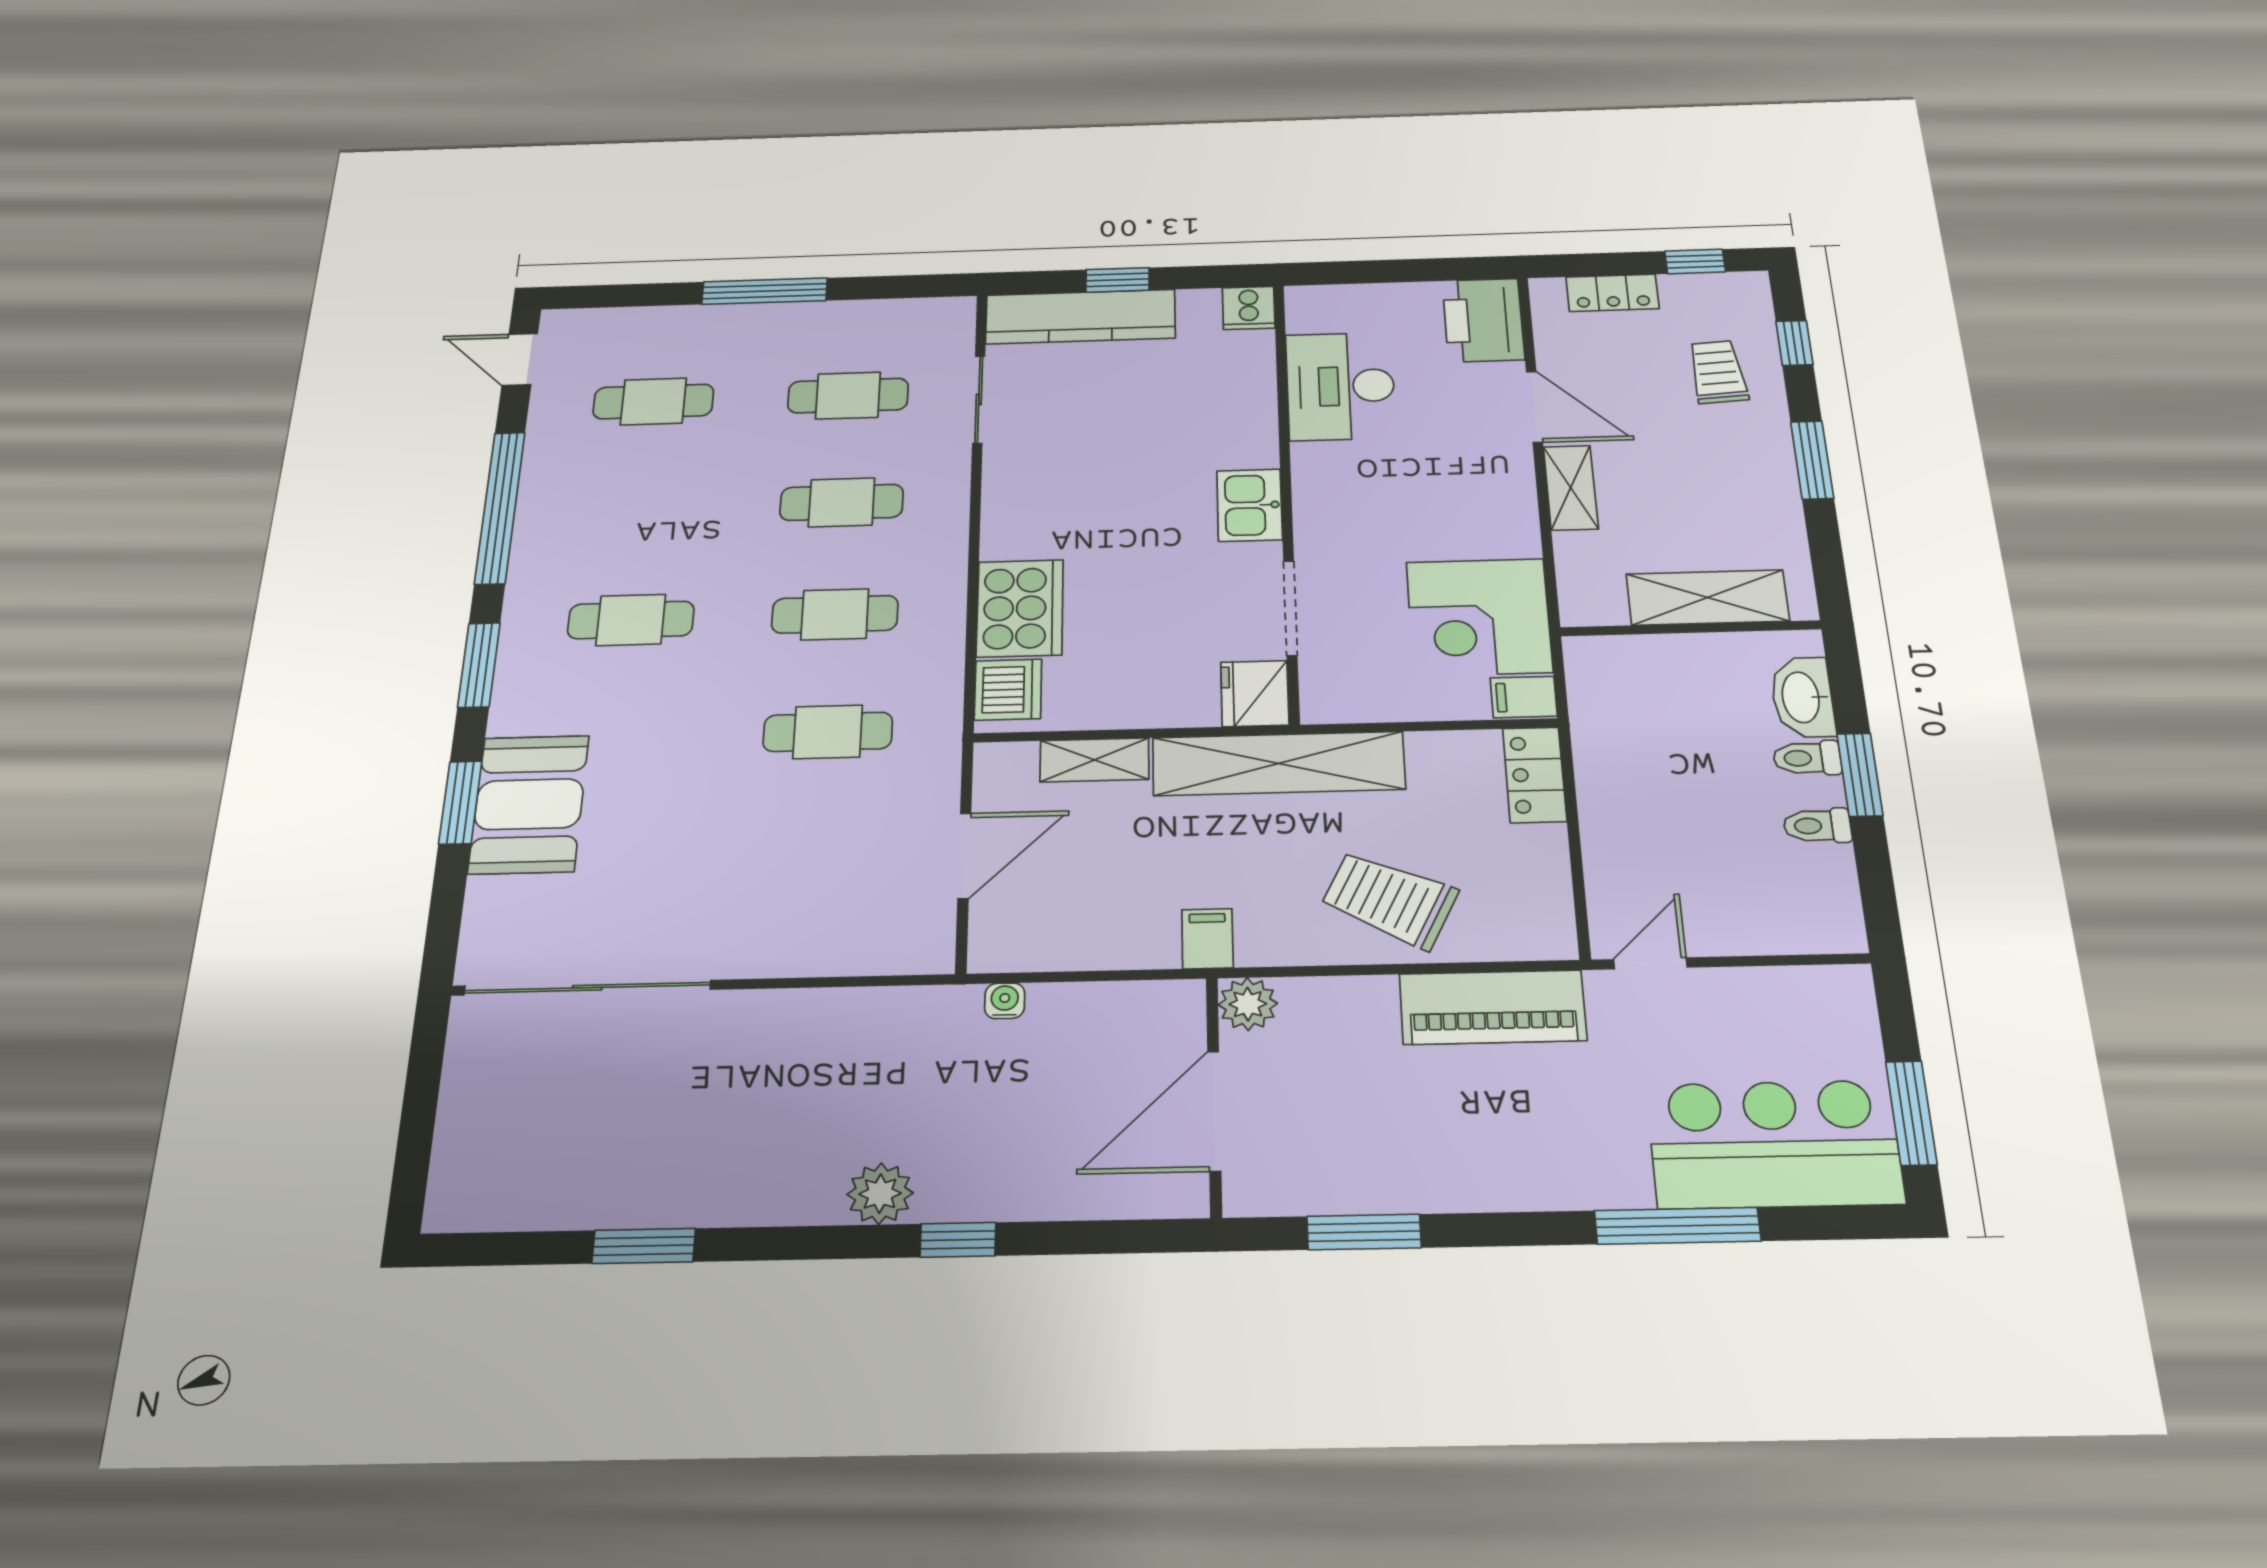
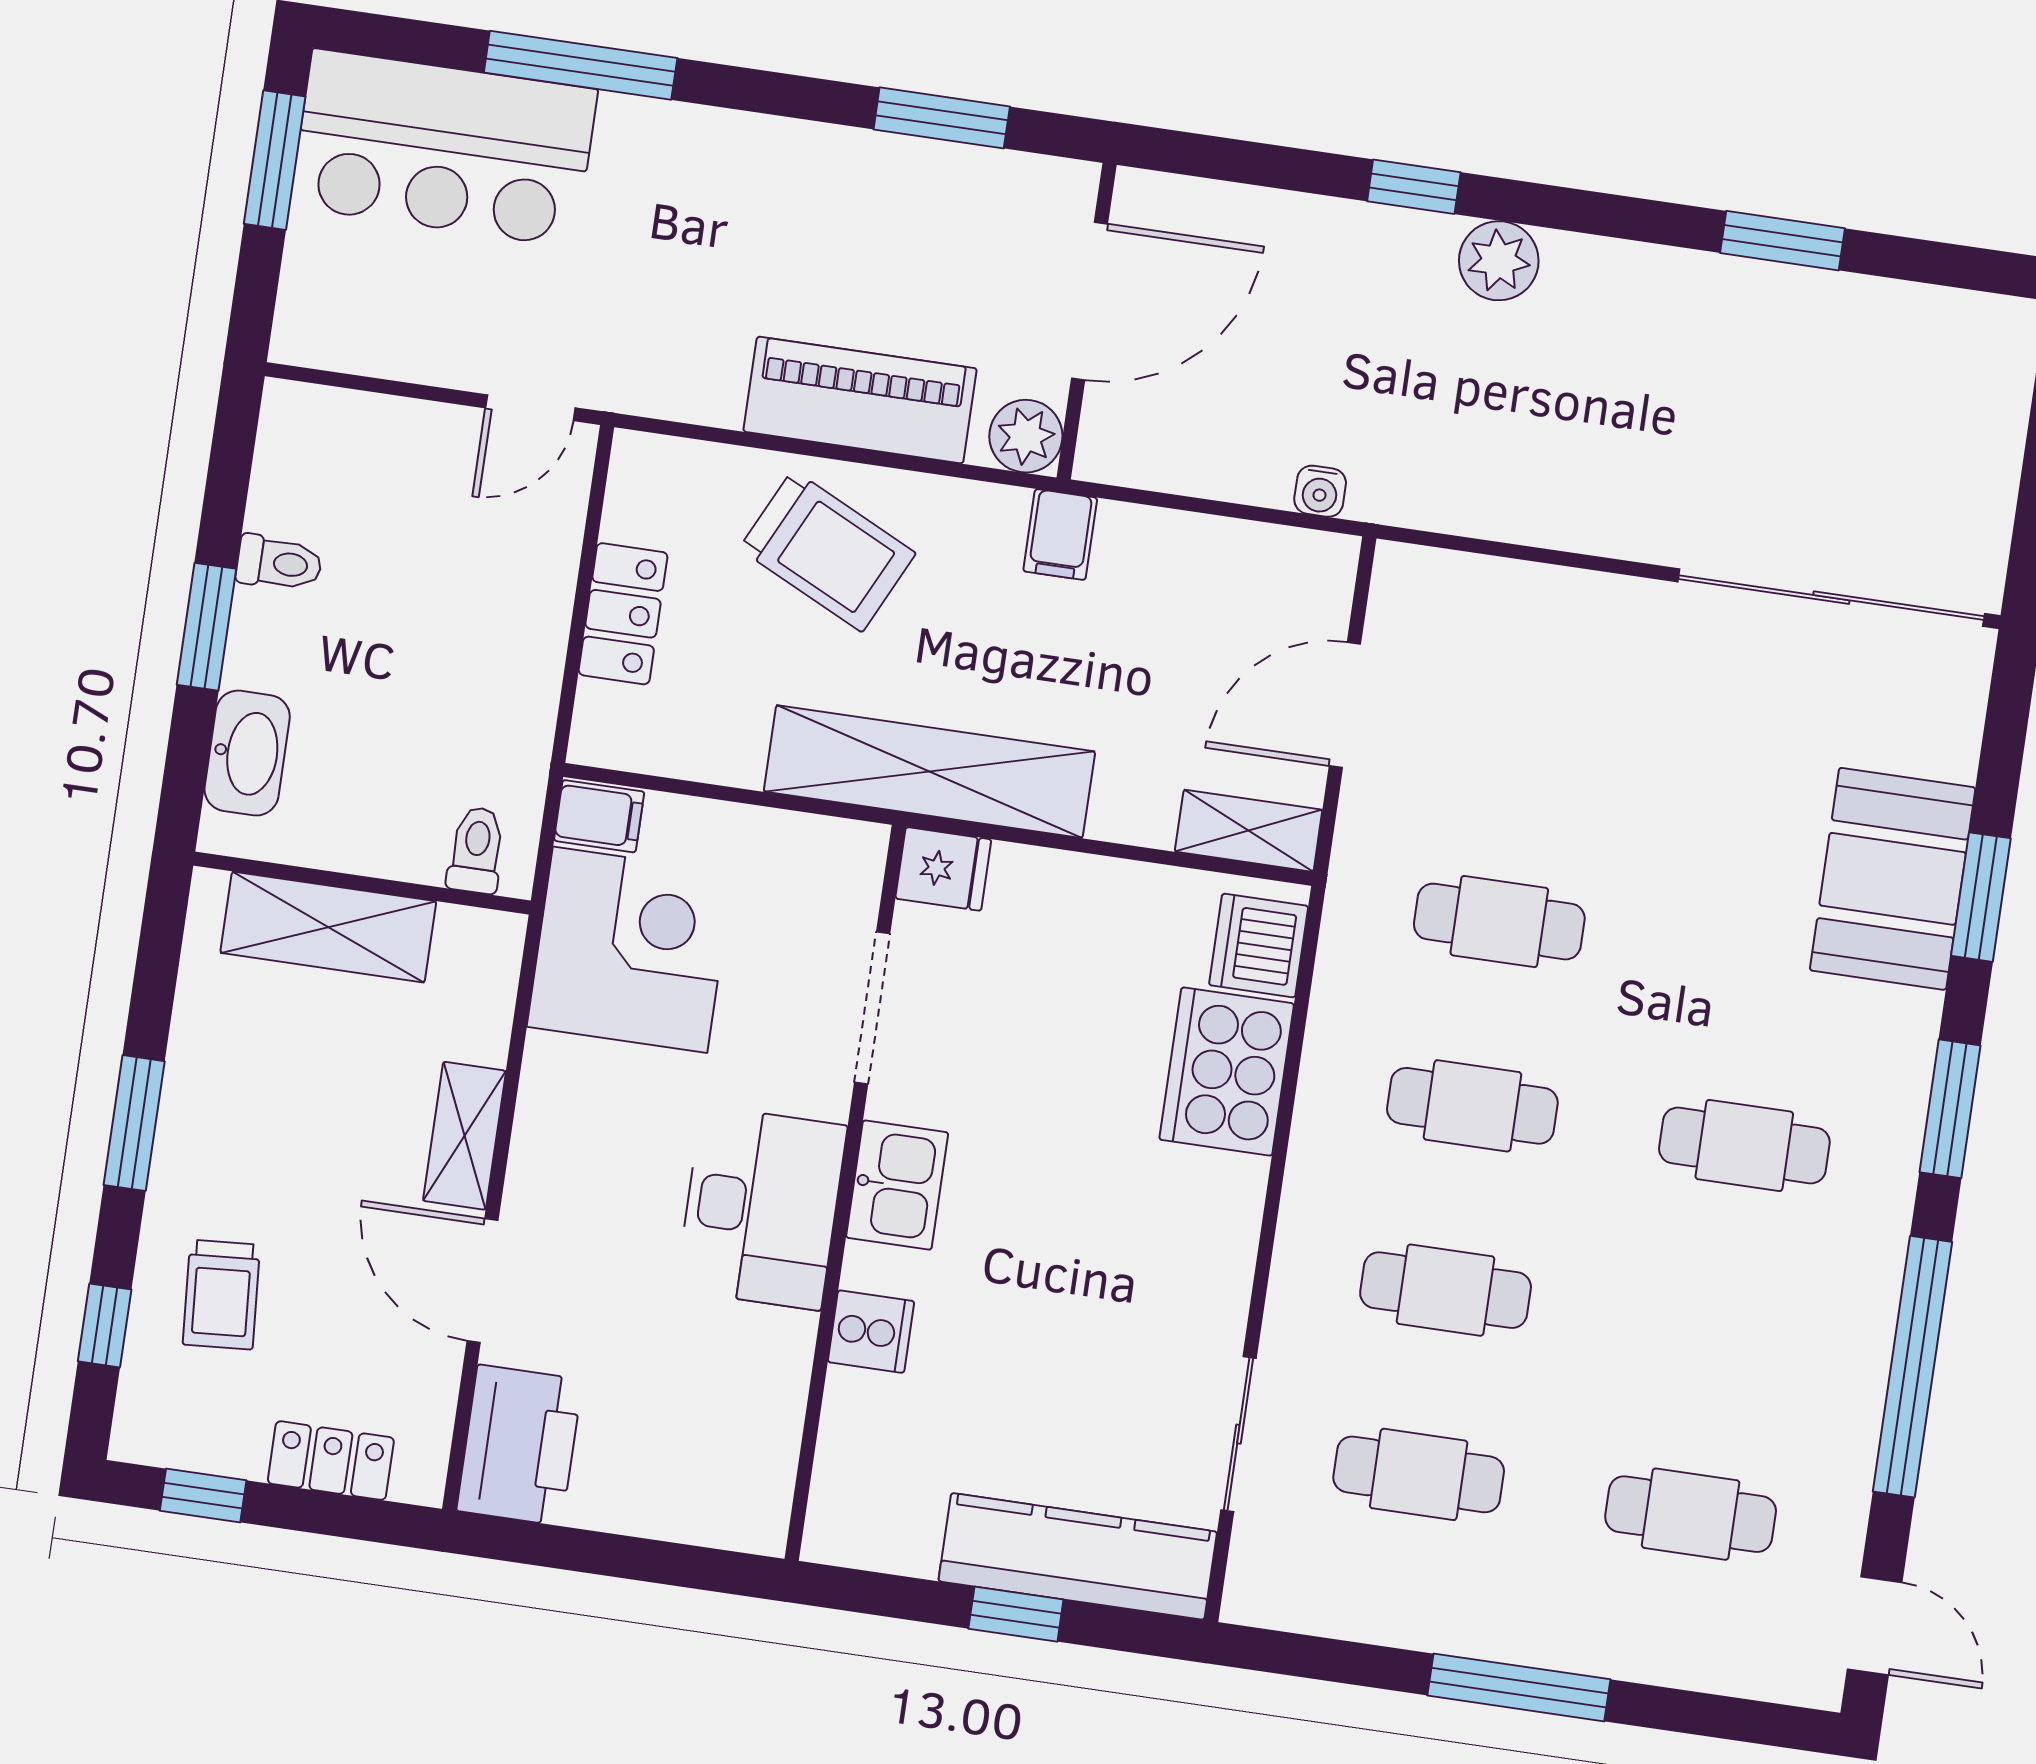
cooker: (1249, 308) -> (871, 1332), moved, turned 90
desk: (1340, 386) -> (761, 1208), moved
fridge: (1255, 693) -> (943, 869), width x0.72
toilet: (1807, 758) -> (476, 850), moved, turned -90
shelving: (1094, 760) -> (1249, 831), moved
locker: (1535, 775) -> (623, 614), moved
piano: (1493, 1007) -> (860, 400), moved

